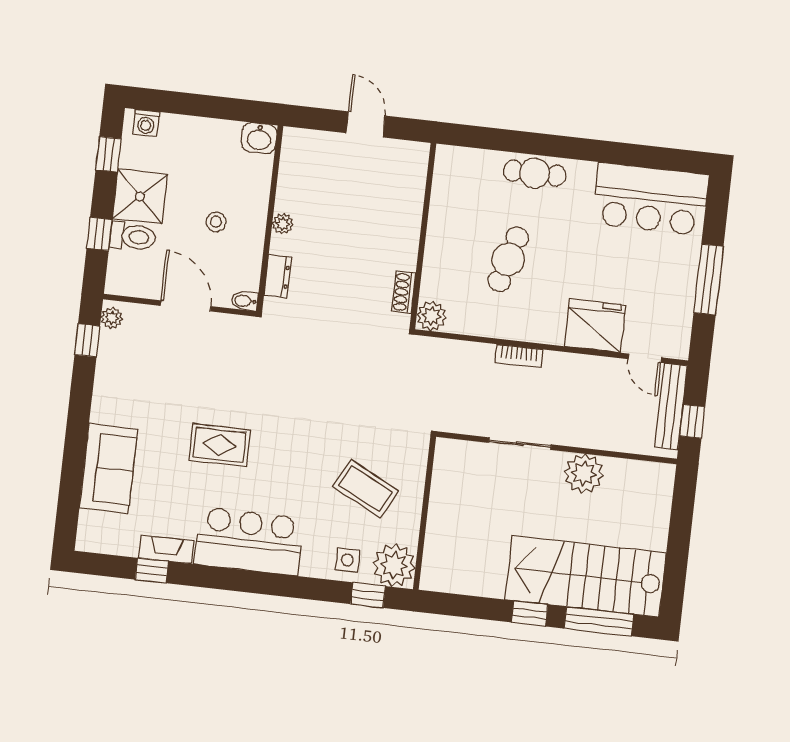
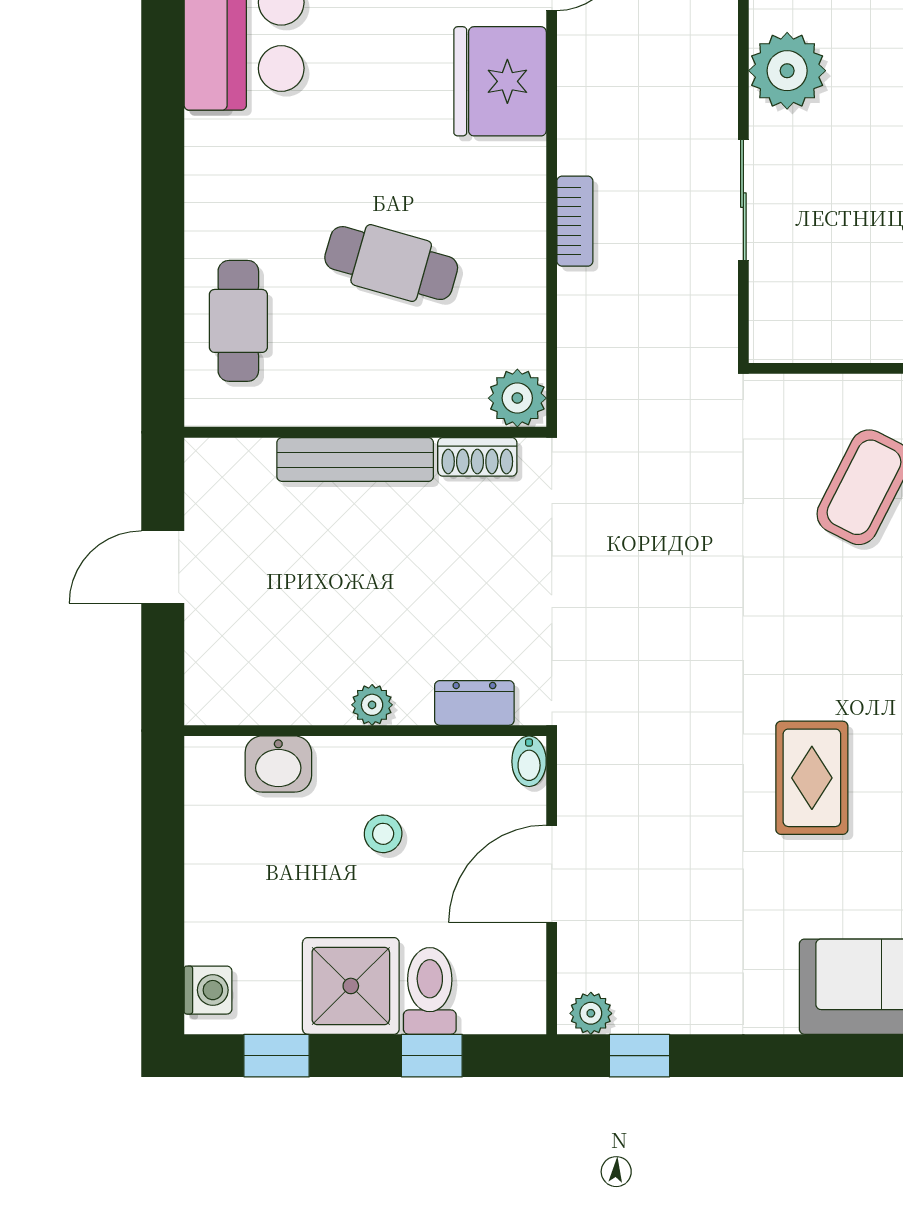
washbasin: (259, 138) -> (278, 764), moved, turned 90
cafe table: (535, 173) -> (238, 321), moved
bench: (410, 229) -> (355, 460), added

